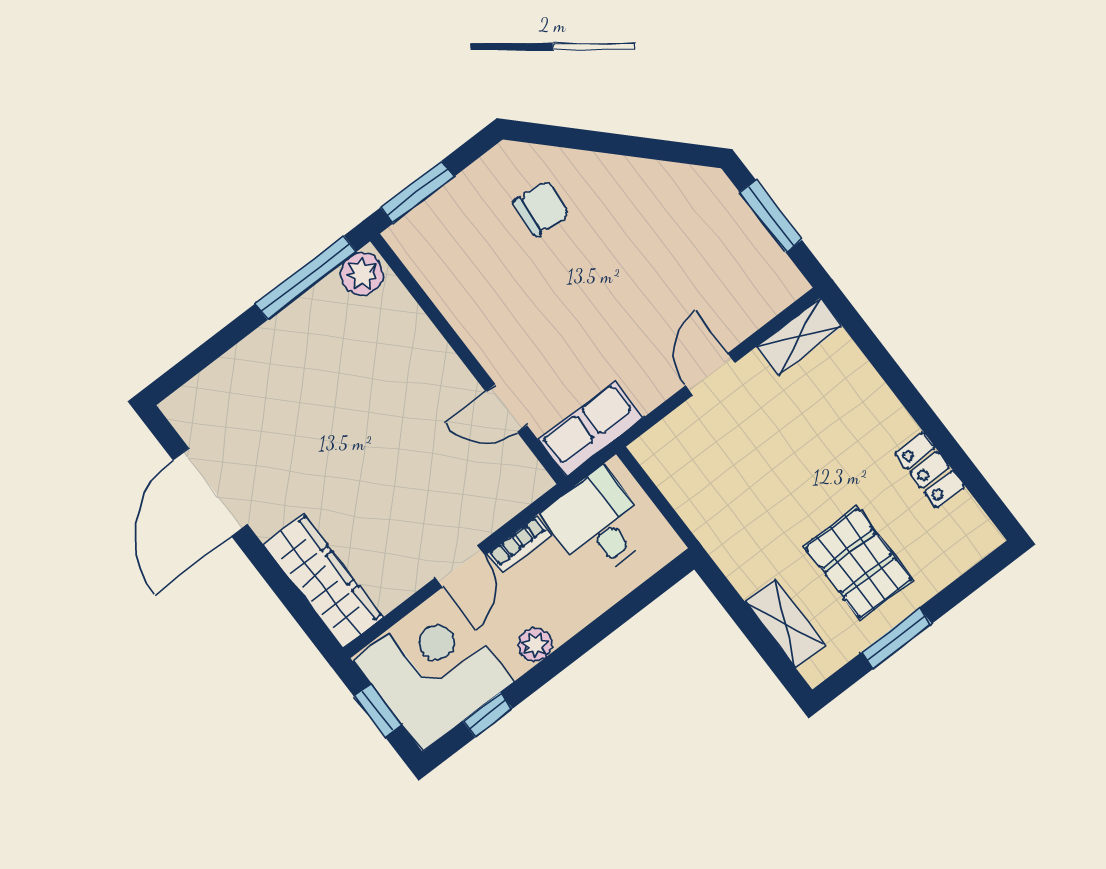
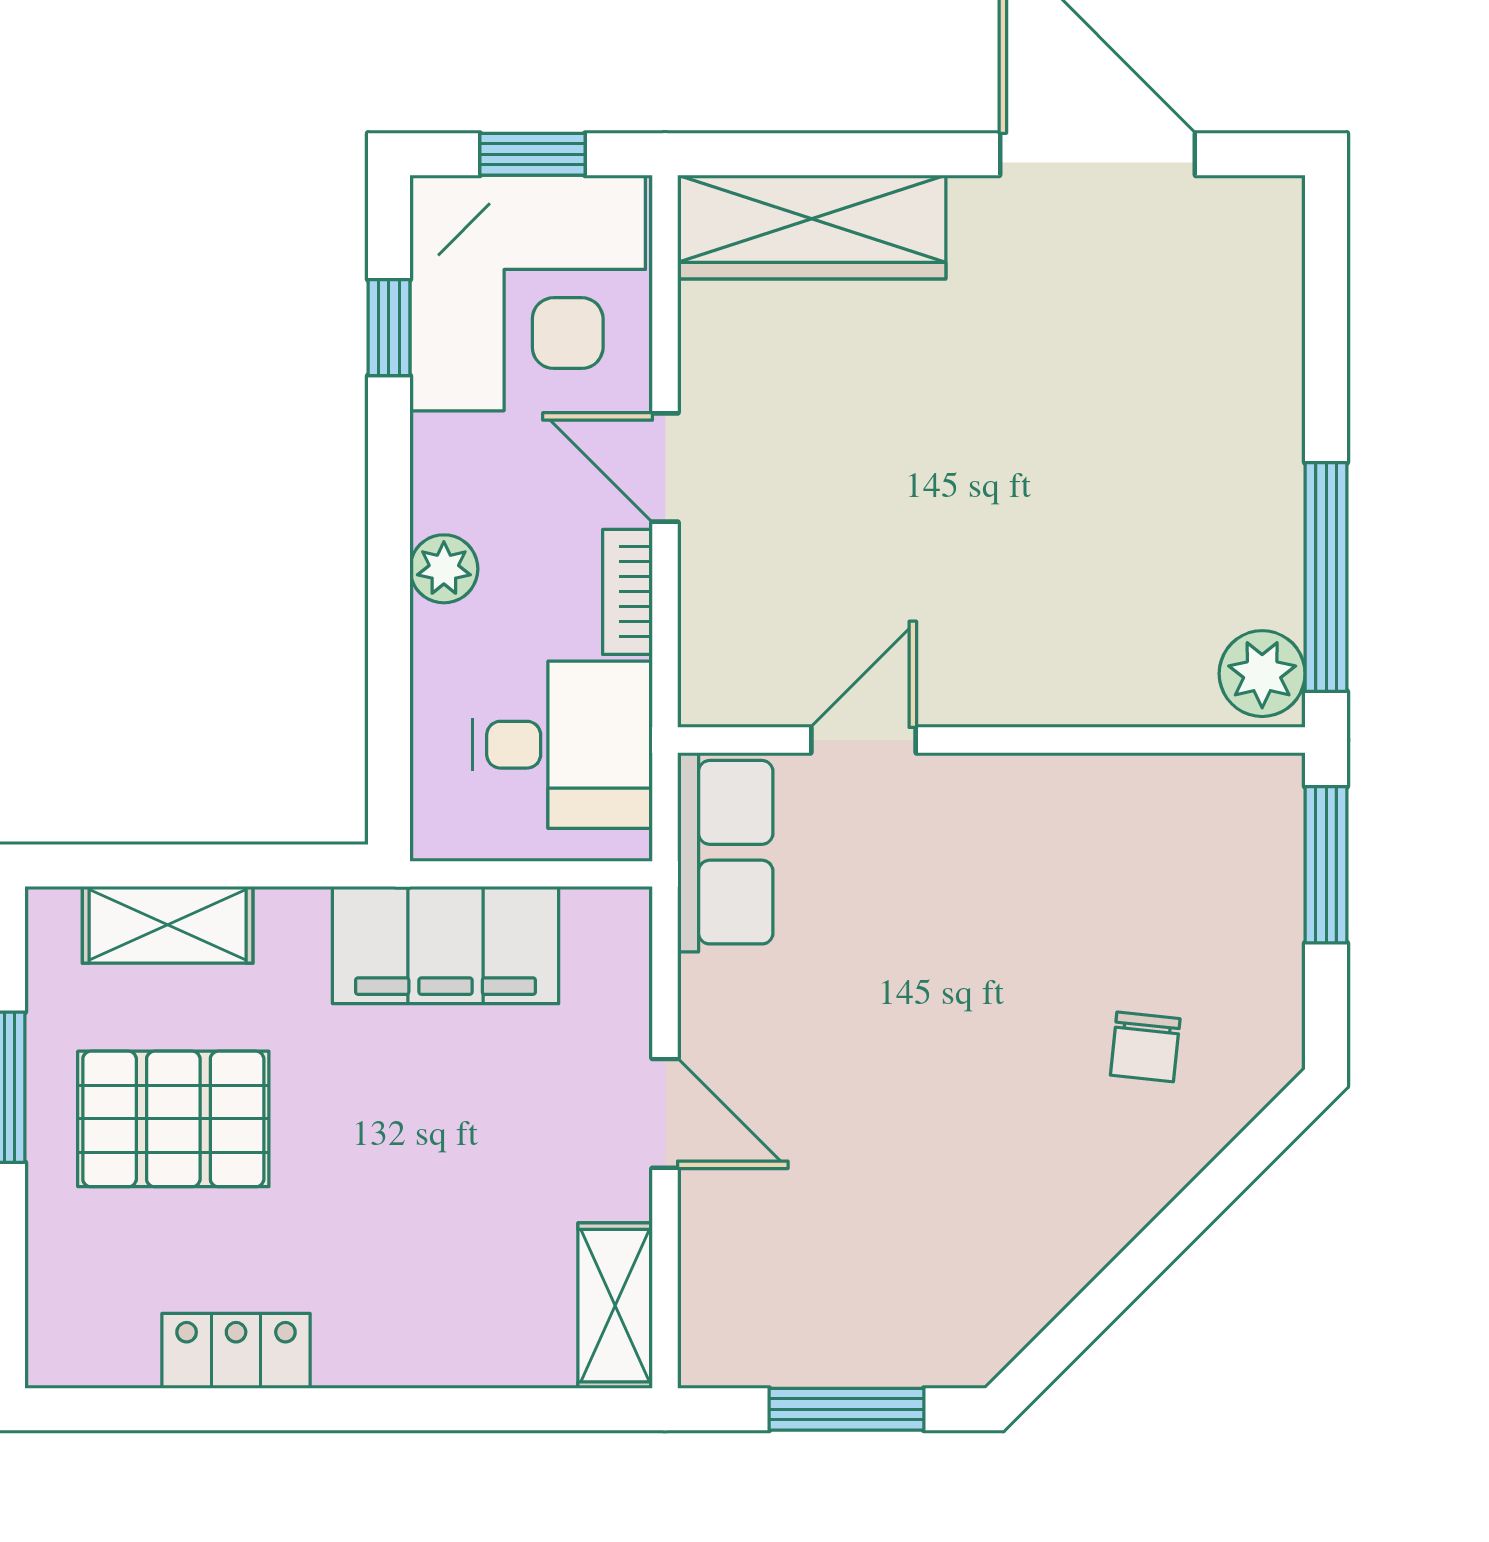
chair: (542, 208) -> (1145, 1047), width x0.73, depth x0.73
filing cabinet: (710, 509) -> (446, 945), added
plant: (535, 645) -> (444, 569), moved

